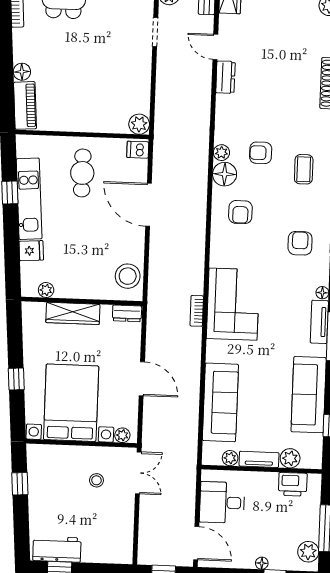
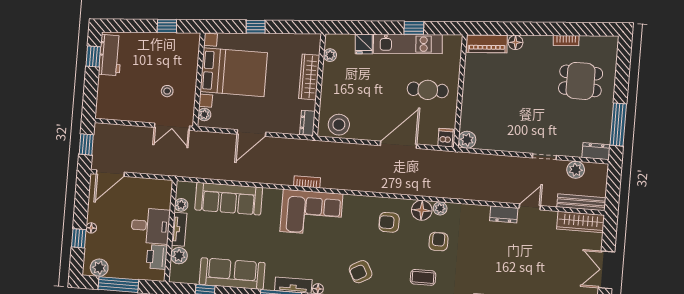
armchair: (300, 243) -> (361, 272), turned 152
desk: (222, 503) -> (150, 226), moved, turned 90

